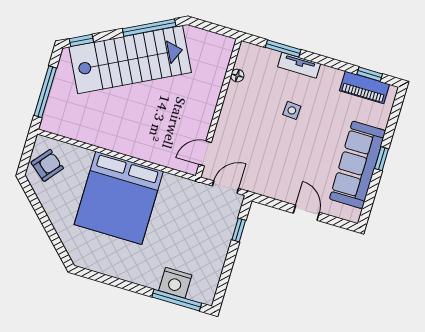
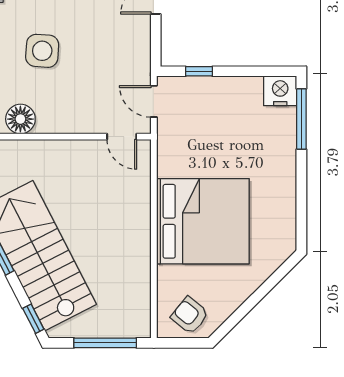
floor lamp: (237, 76) -> (20, 119), width x1.89, depth x1.89
side table: (292, 110) -> (42, 51), width x1.87, depth x1.87
nightstand: (175, 283) -> (280, 91), moved, turned -90

